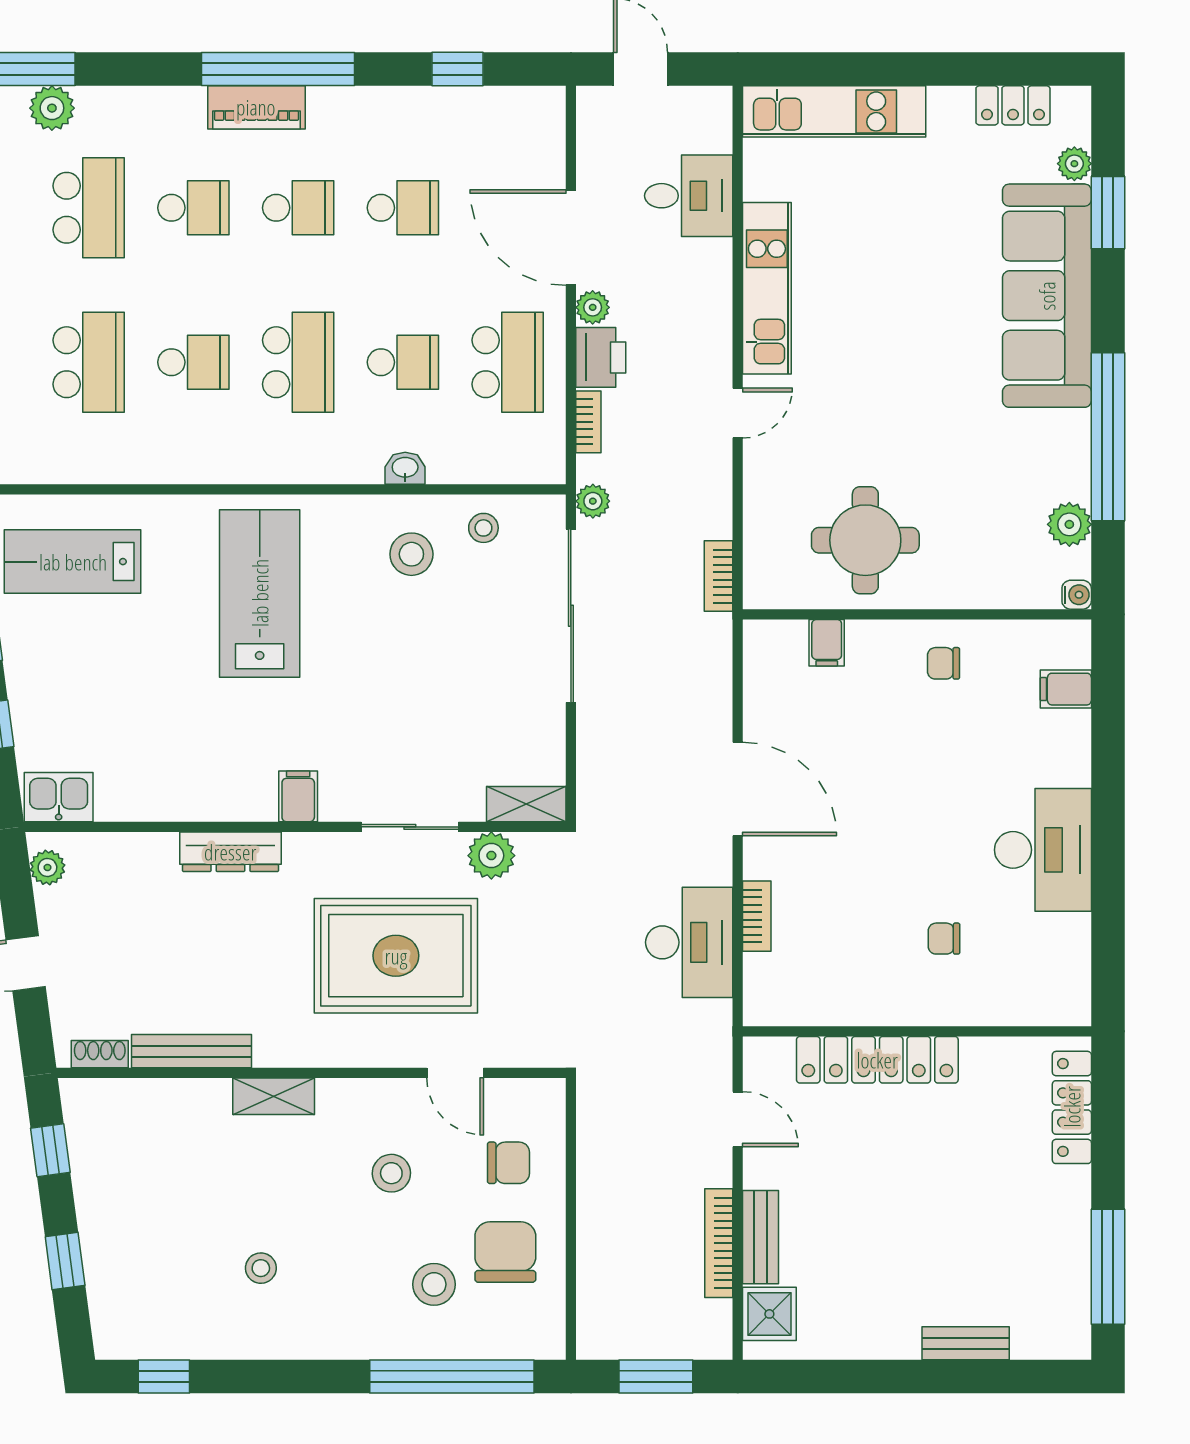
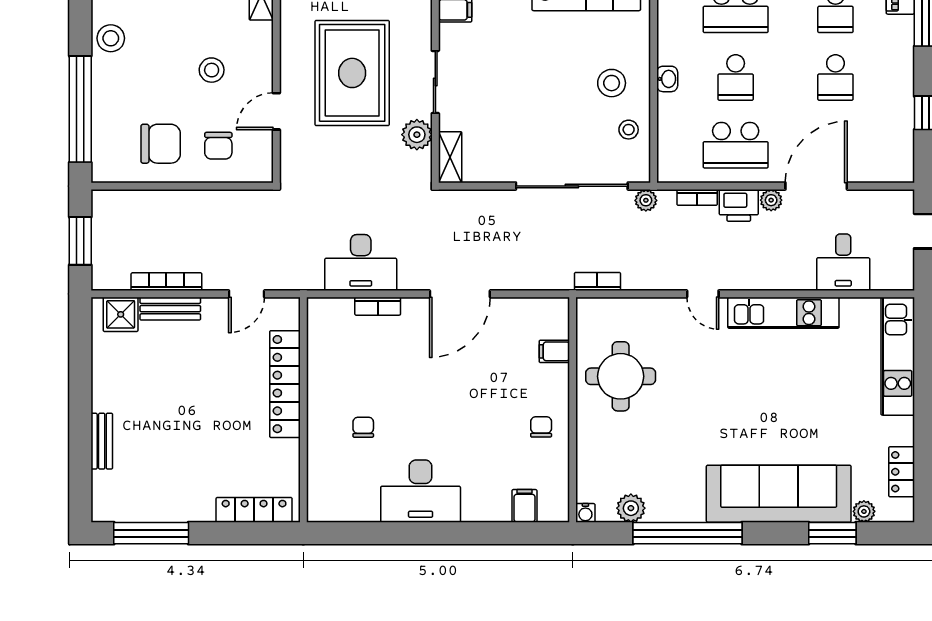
stool: (434, 1284) -> (111, 38), moved

